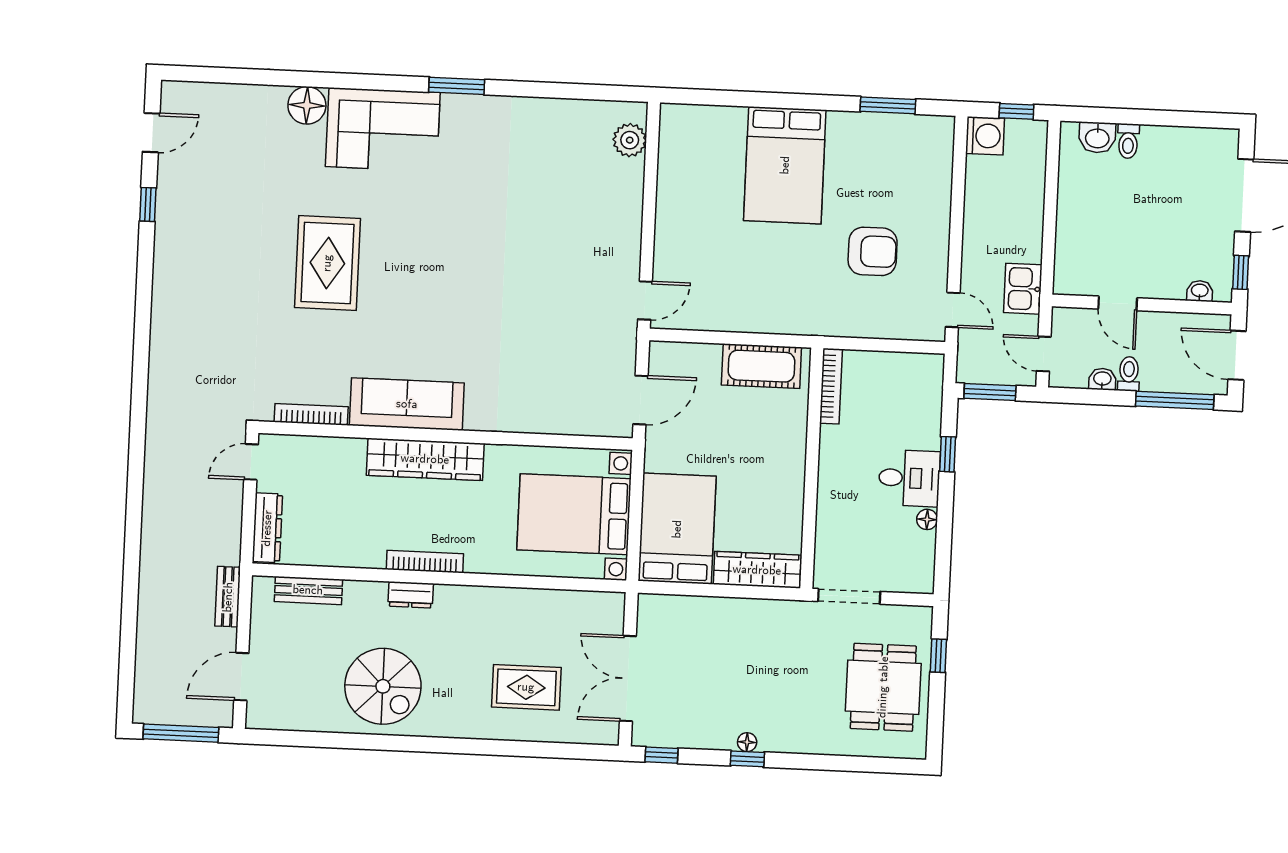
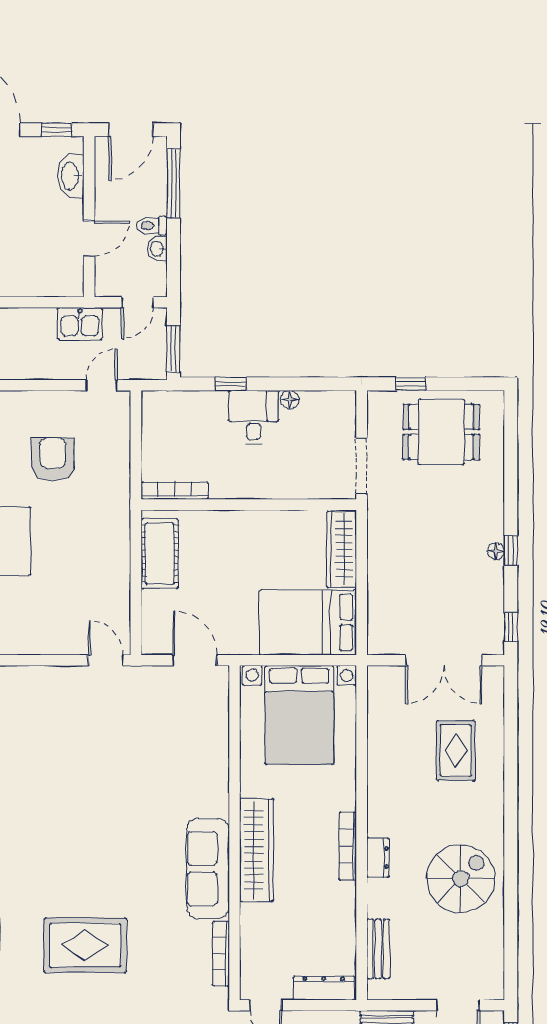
washbasin: (1200, 291) -> (71, 176), width x1.91, depth x1.45

